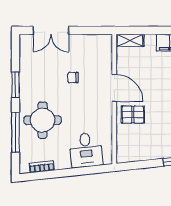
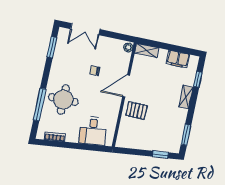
plant: (107, 41) -> (128, 47), added
window: (16, 85) -> (52, 47), moved
door: (114, 88) -> (126, 86), swing flipped

